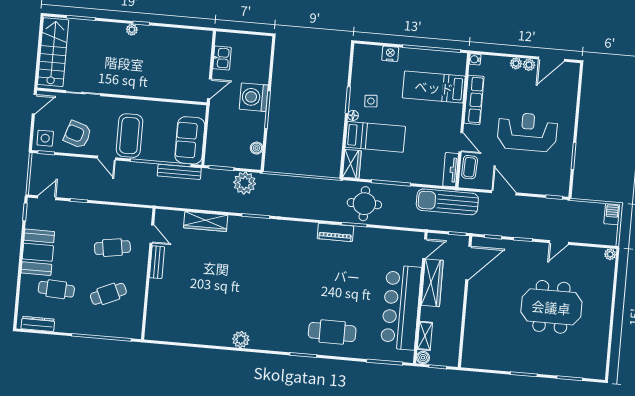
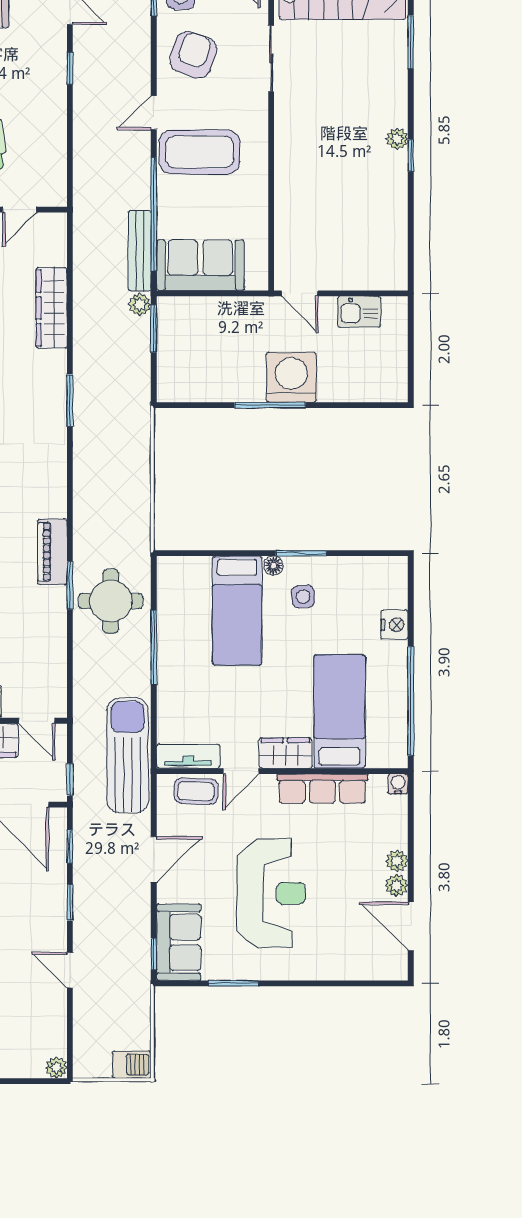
boiler: (256, 148) -> (197, 391), removed
wardrobe: (352, 164) -> (285, 753), moved, turned 180
plant: (245, 183) -> (140, 304), moved, width x0.53, depth x0.53
sofa: (549, 183) -> (179, 942), added

